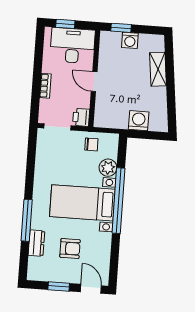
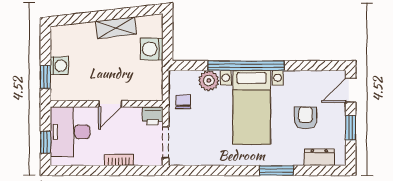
shelving: (158, 69) -> (116, 28), moved
window: (27, 220) -> (276, 171), width x0.69
dresser: (36, 243) -> (319, 157), moved

